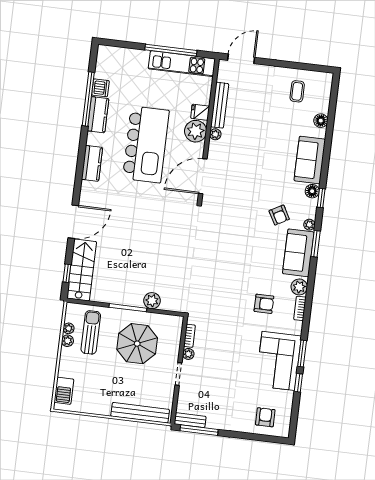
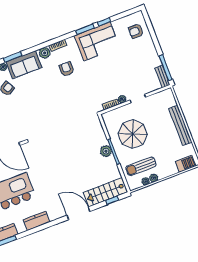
plant: (152, 301) -> (106, 151), moved
bench: (140, 413) -> (180, 125), moved

